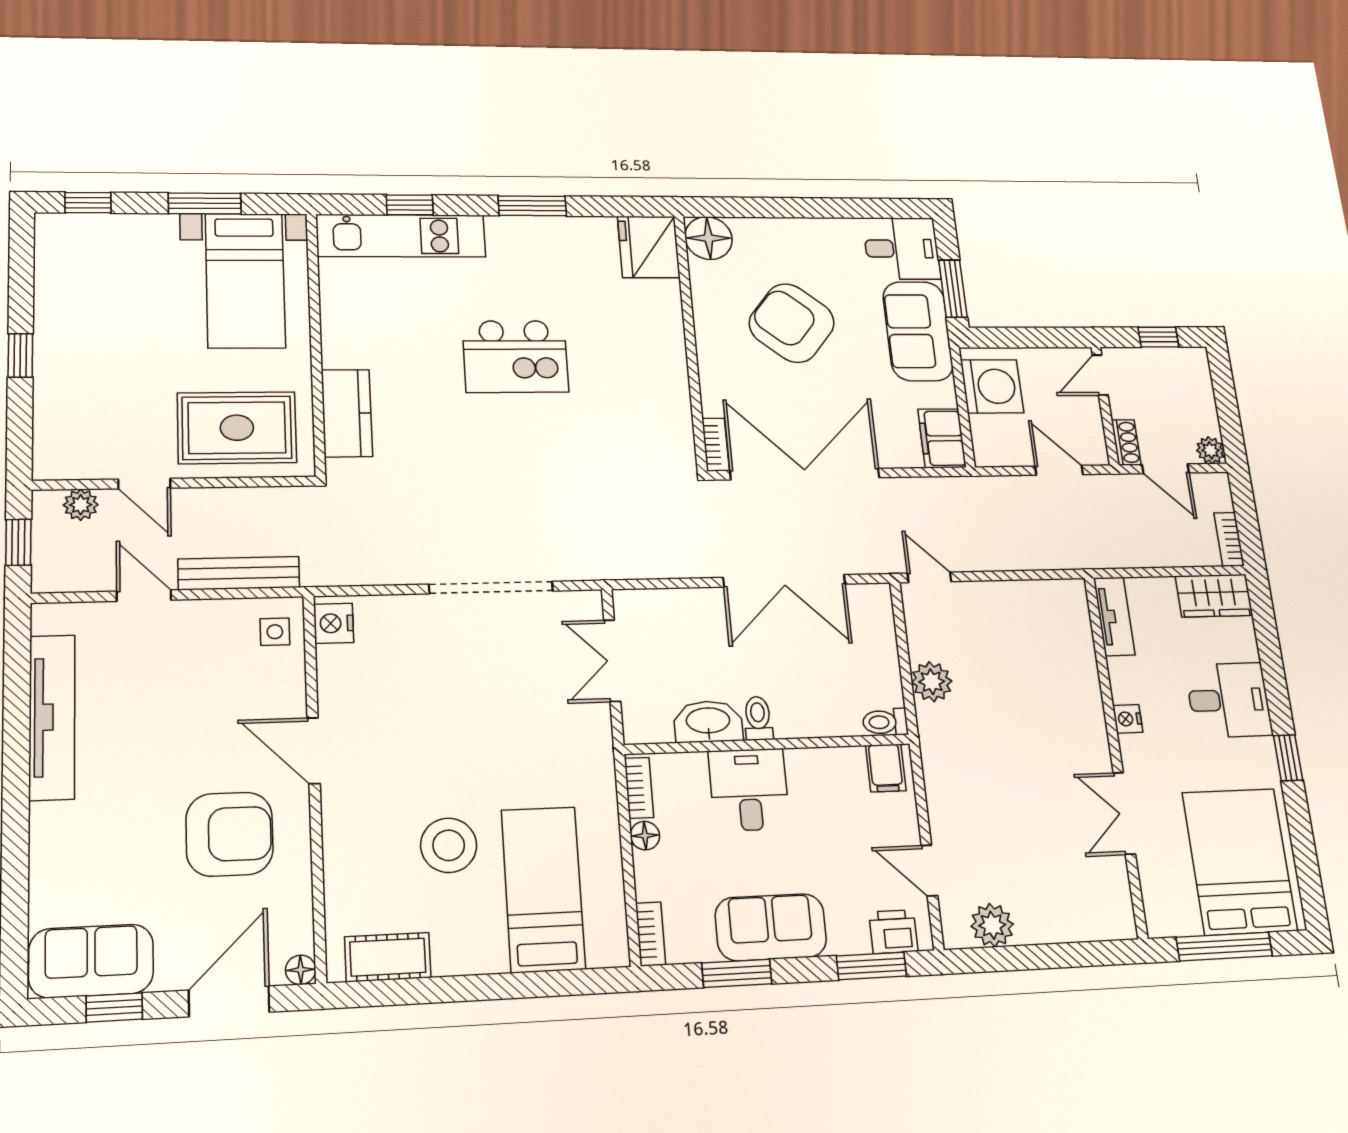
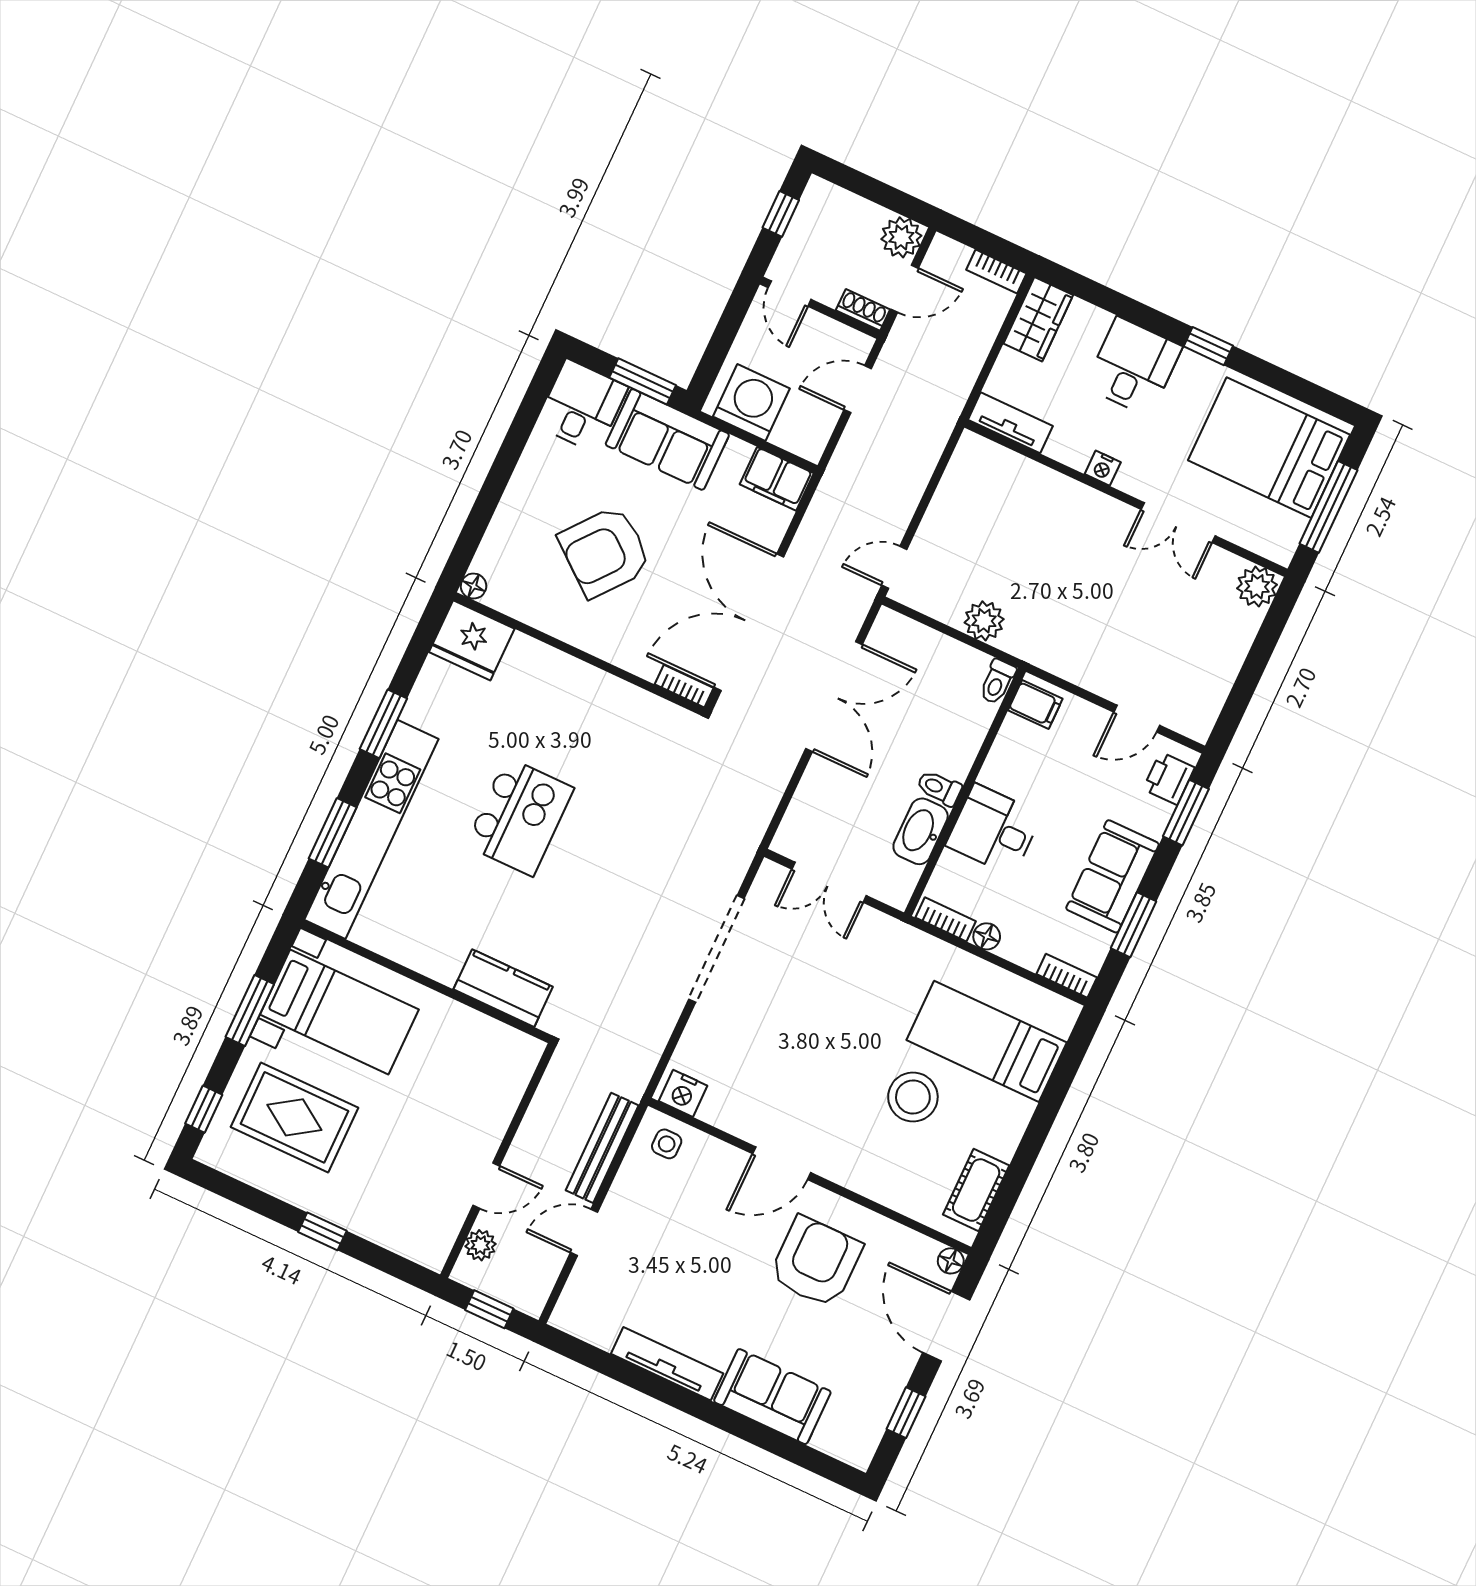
window: (410, 205) -> (333, 833), width x1.50
kitchen unit: (401, 236) -> (371, 829), width x1.36
floor lamp: (709, 238) -> (474, 586), width x0.53, depth x0.53
rug: (237, 428) -> (294, 1117), moved, turned 90
plant: (1211, 450) -> (901, 237), width x1.38, depth x1.38
tv unit: (52, 717) -> (667, 1364), width x0.73, depth x0.78
plant: (992, 925) -> (1257, 587), moved
sofa: (91, 961) -> (772, 1397), moved, turned 90

